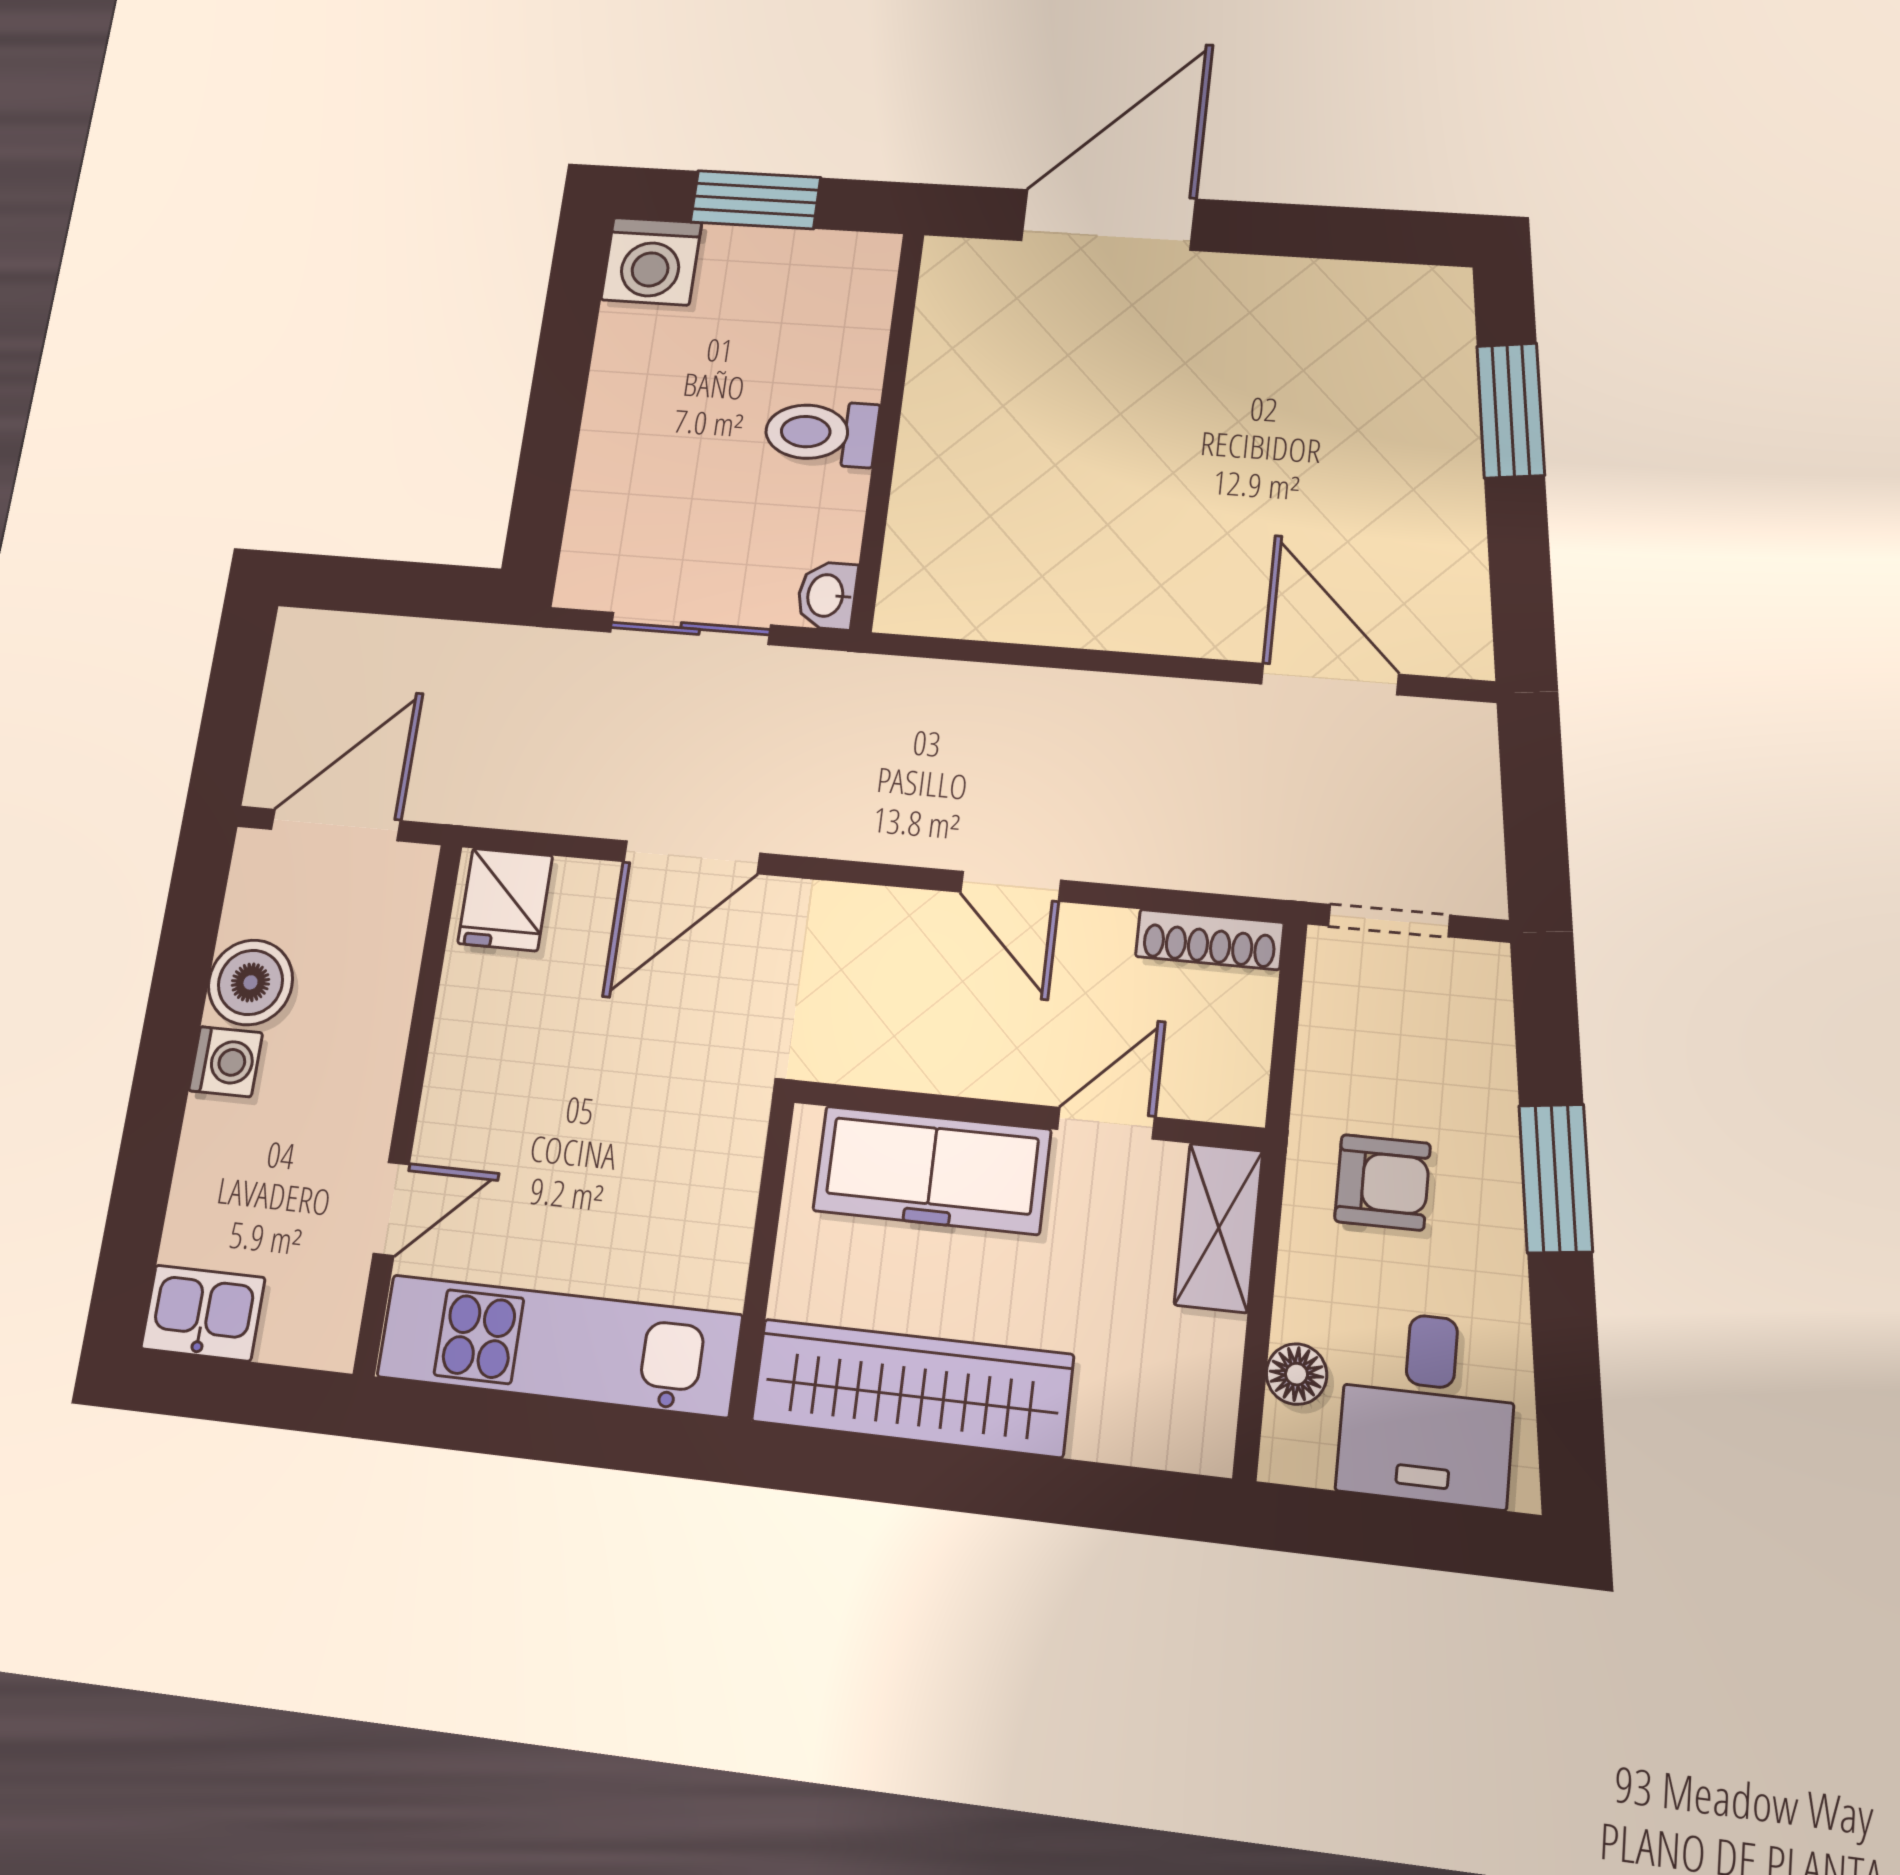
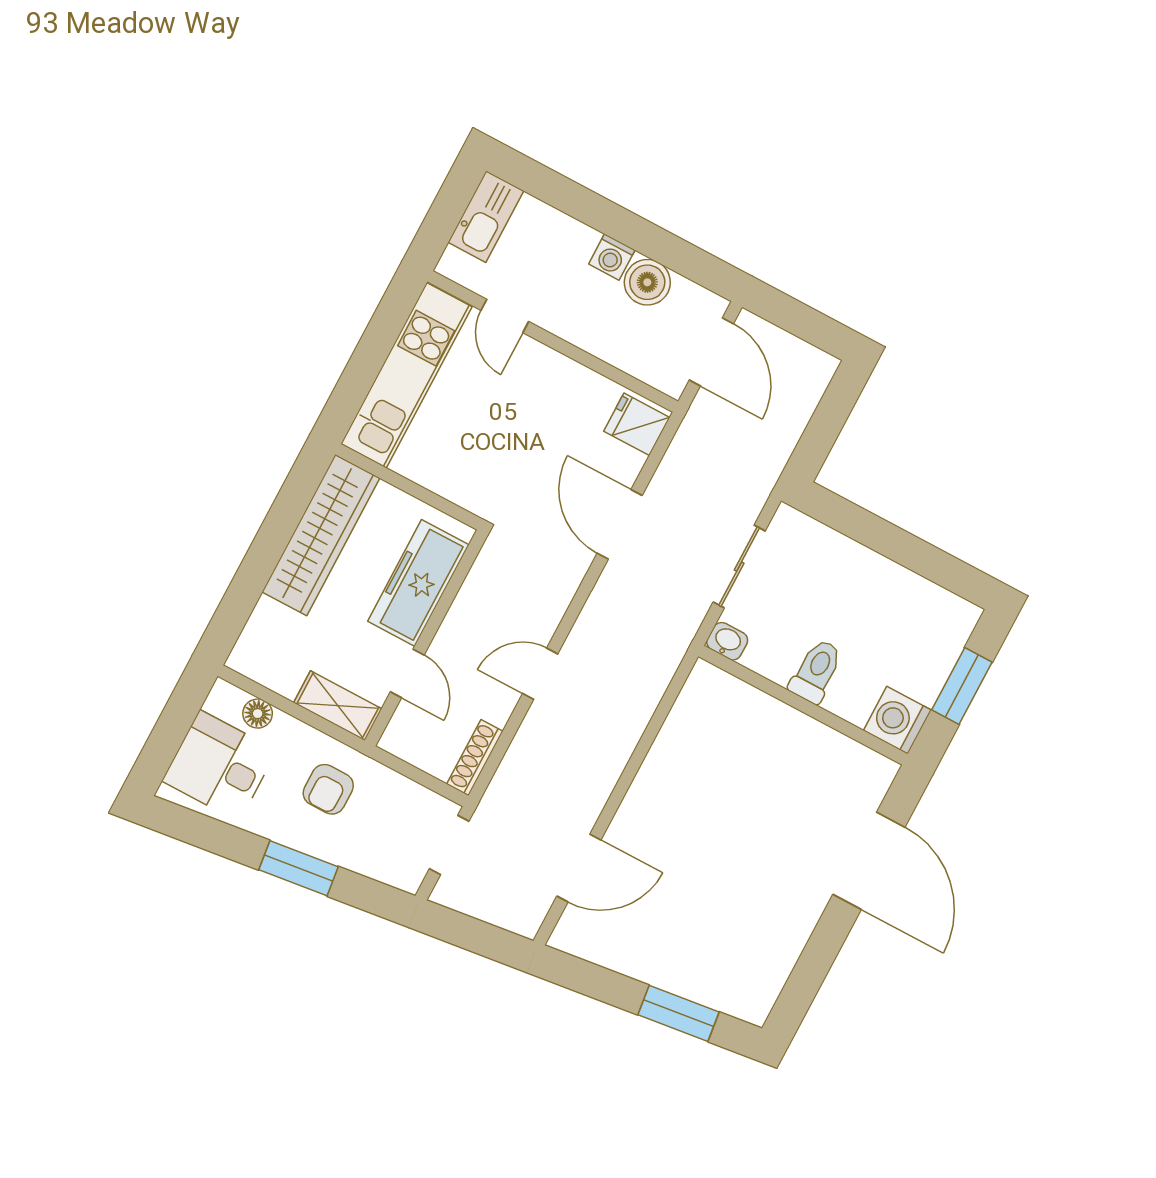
washing machine: (651, 261) -> (897, 720), moved
kitchen sink: (203, 1313) -> (486, 217), width x1.38

